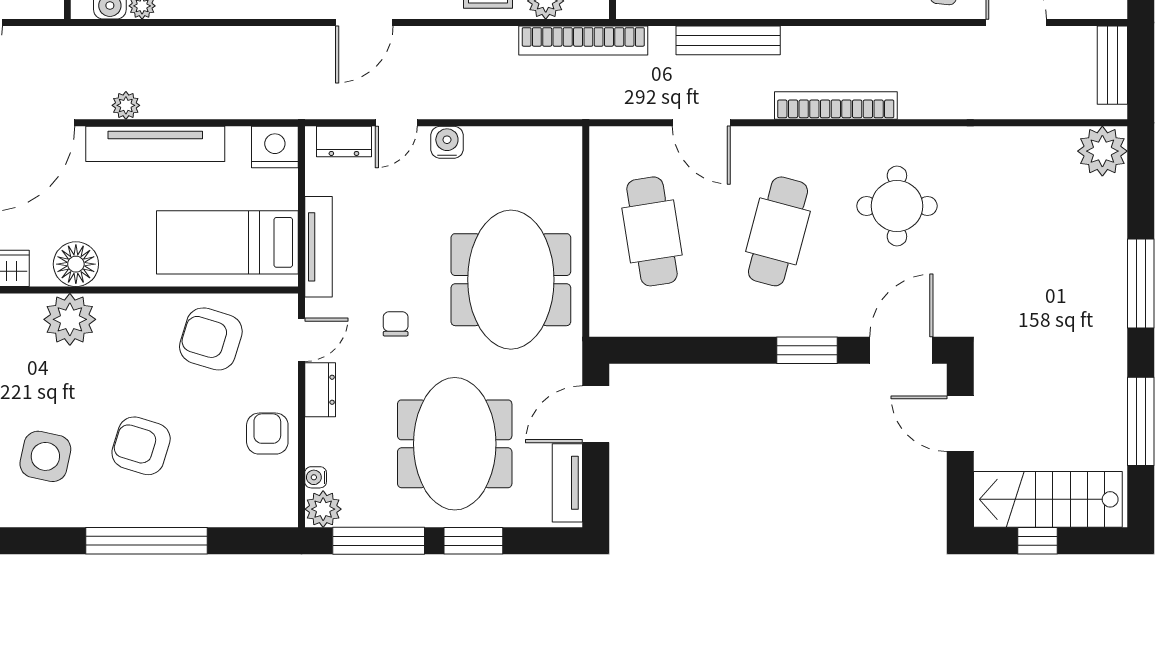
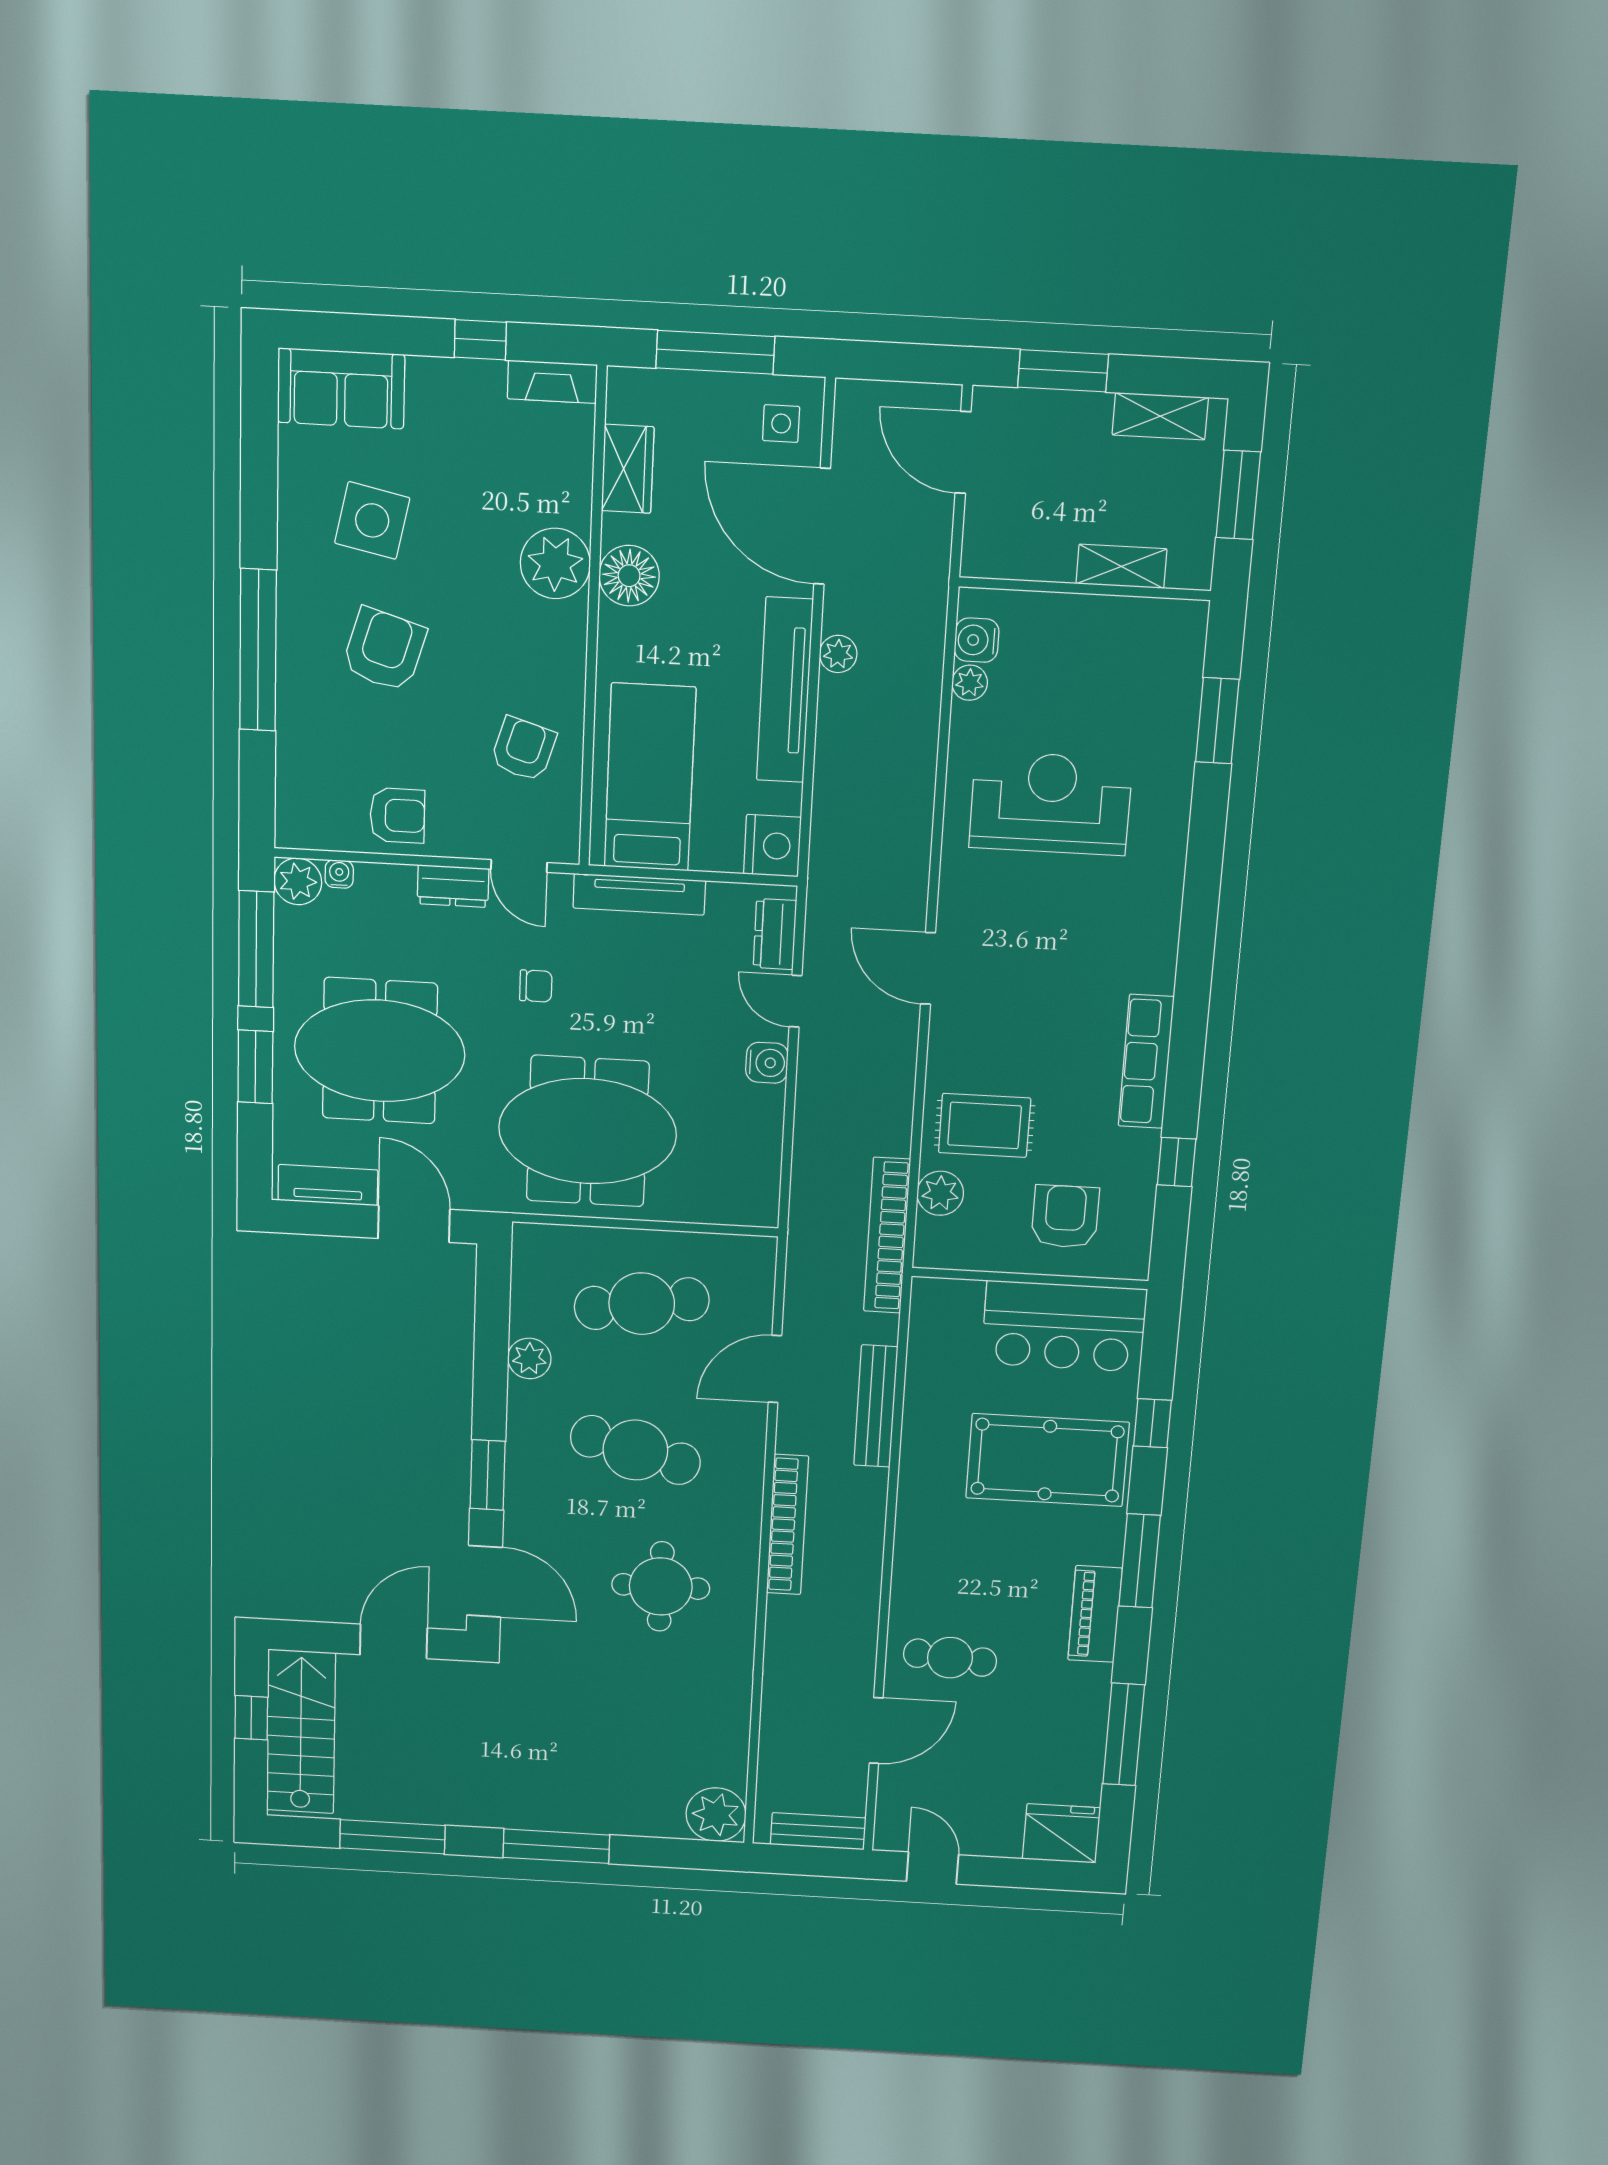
plant: (704, 319) -> (529, 1358), added
armchair: (211, 339) -> (523, 749), width x0.72, depth x0.72

